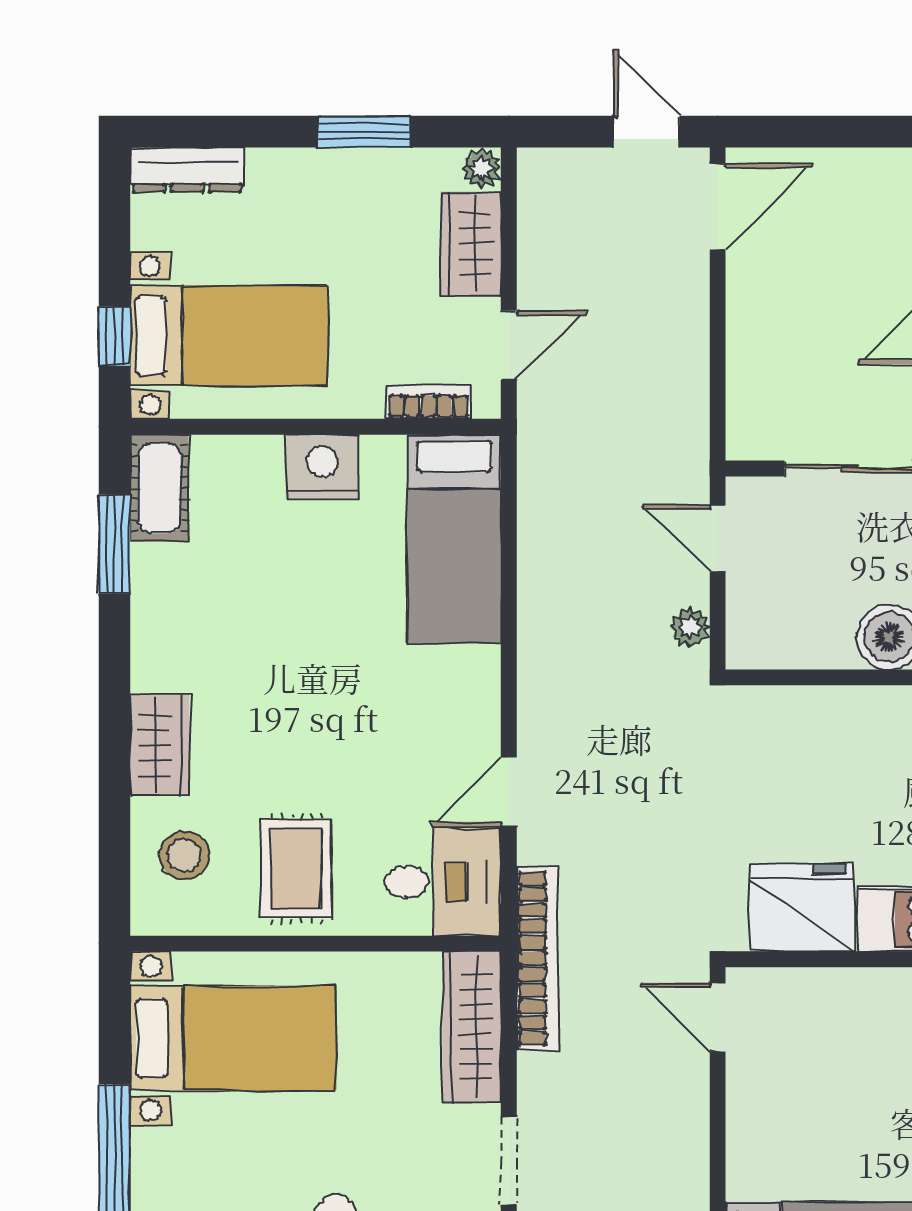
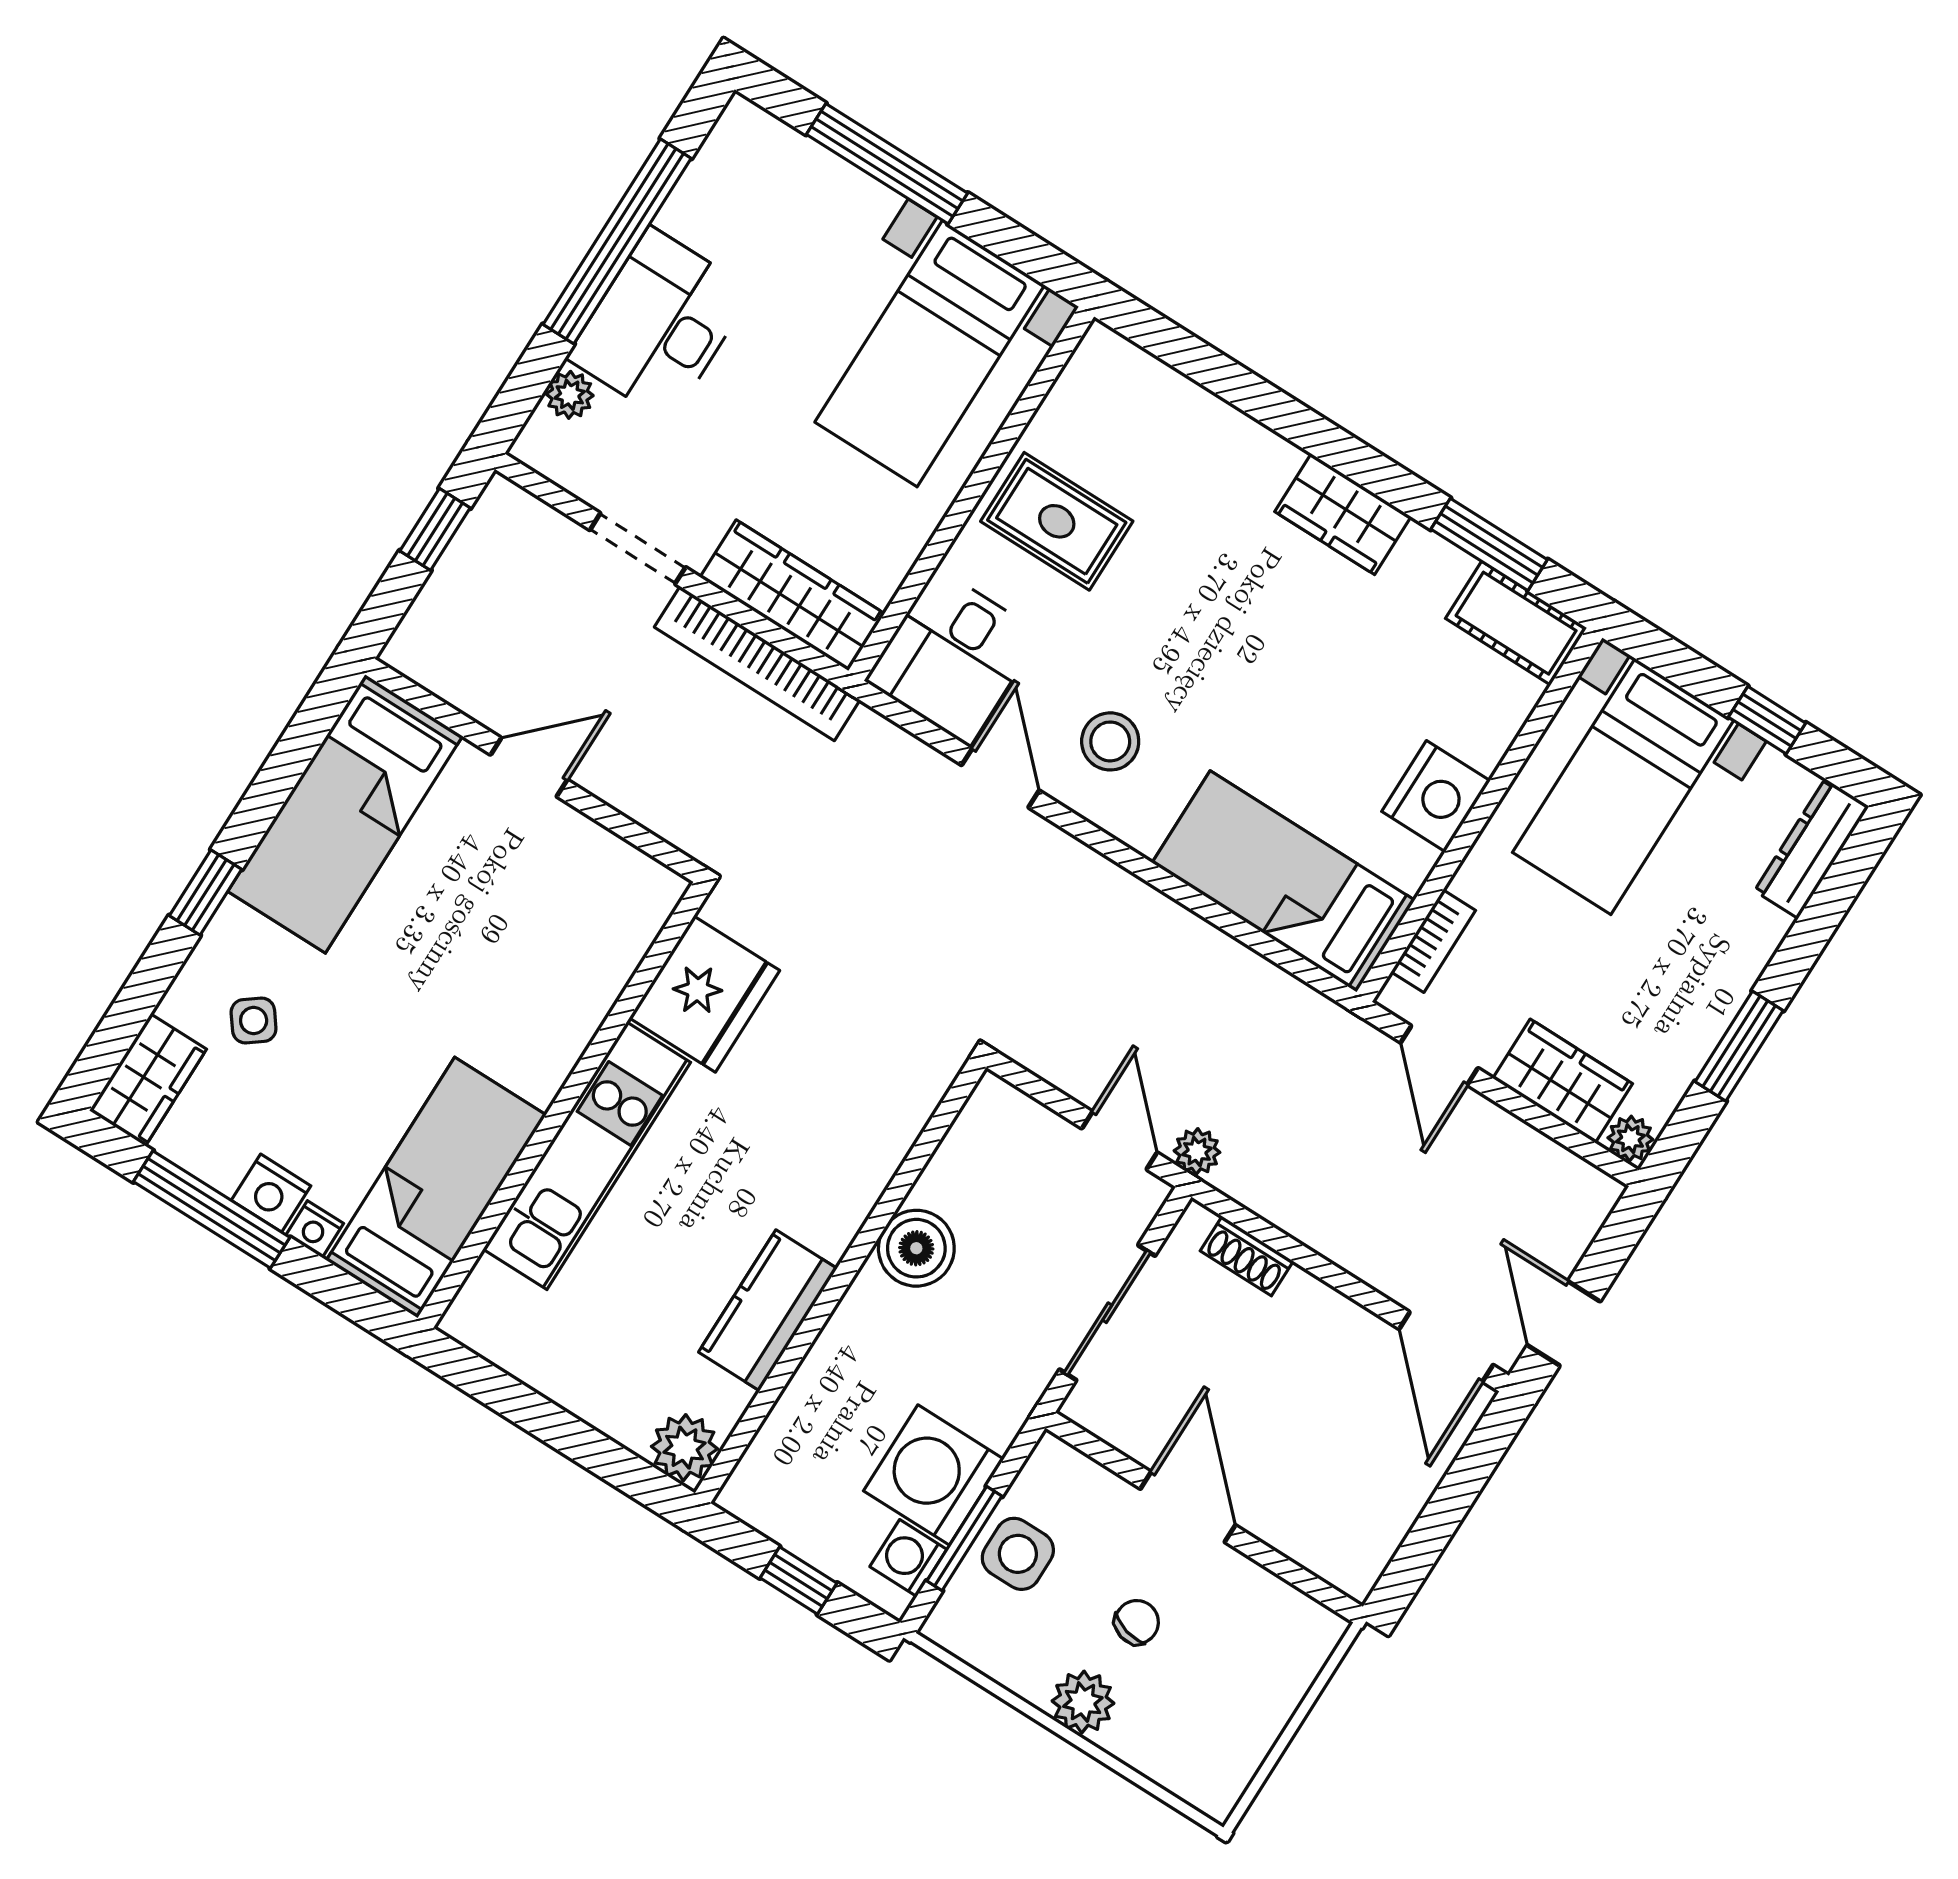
door: (646, 132) -> (1564, 1323), swing flipped
window: (114, 336) -> (1767, 720), moved
shoe rack: (743, 393) -> (1247, 1256), added
door: (718, 539) -> (1119, 1140), hinge flipped
plant: (690, 627) -> (1197, 1151), moved
wardrobe: (160, 745) -> (1343, 514), moved
stool: (184, 855) -> (1110, 741), moved
bookcase: (537, 958) -> (757, 664), moved
door: (718, 1017) -> (529, 767), moved

